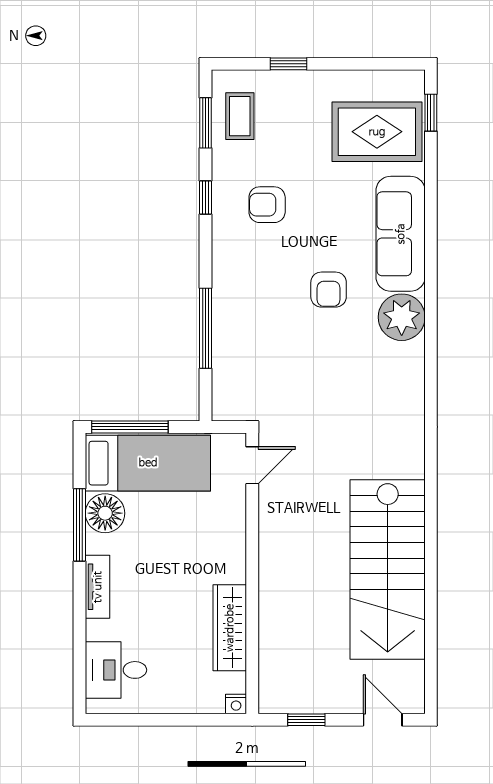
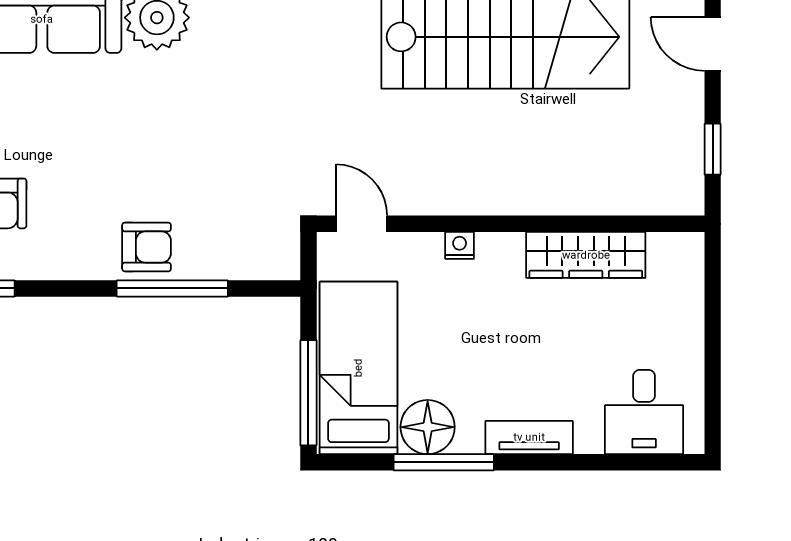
armchair: (329, 290) -> (147, 247), moved
nightstand: (236, 704) -> (460, 245), moved, turned -90
door: (383, 720) -> (713, 44), hinge flipped

